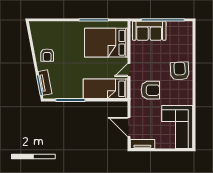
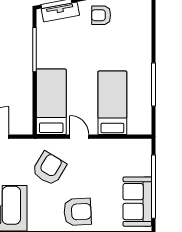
sofa: (149, 31) -> (137, 202), moved
bed: (106, 43) -> (112, 103), width x0.67
armchair: (150, 90) -> (49, 168), turned -149

